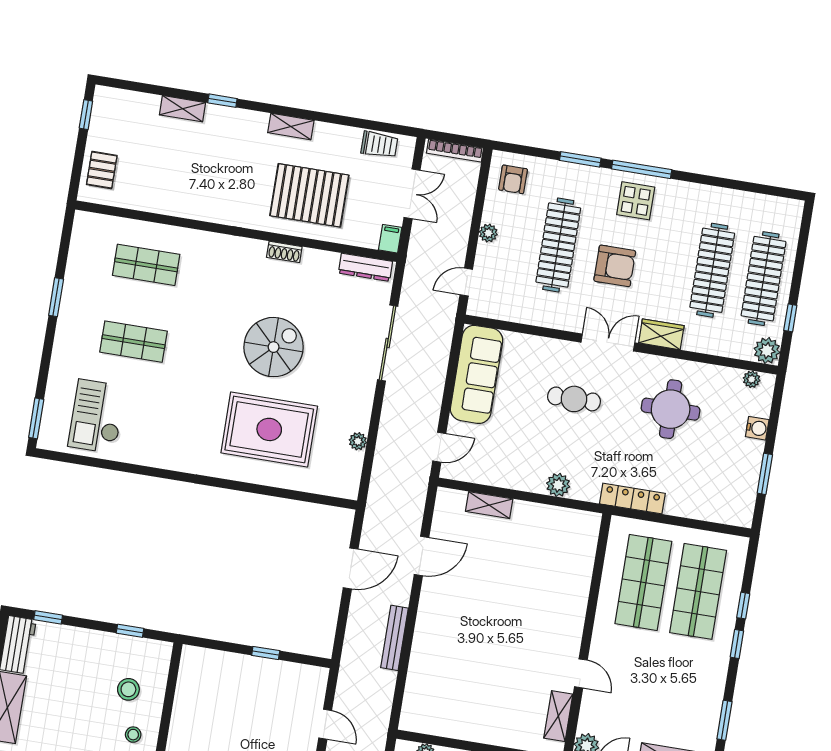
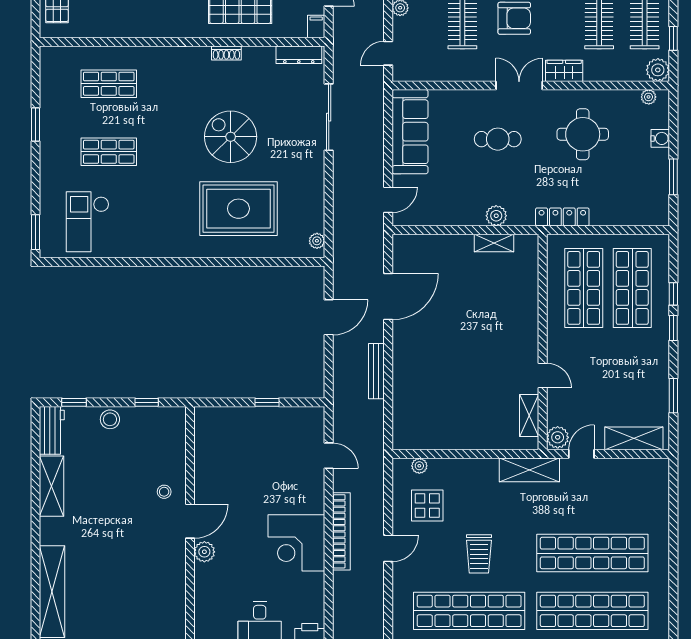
spiral stairs: (274, 347) -> (231, 137), turned -90
plant: (358, 441) -> (317, 241), moved
shelving: (489, 505) -> (494, 243), moved
door: (421, 556) -> (388, 297), width x1.36
stool: (128, 689) -> (110, 419), moved

